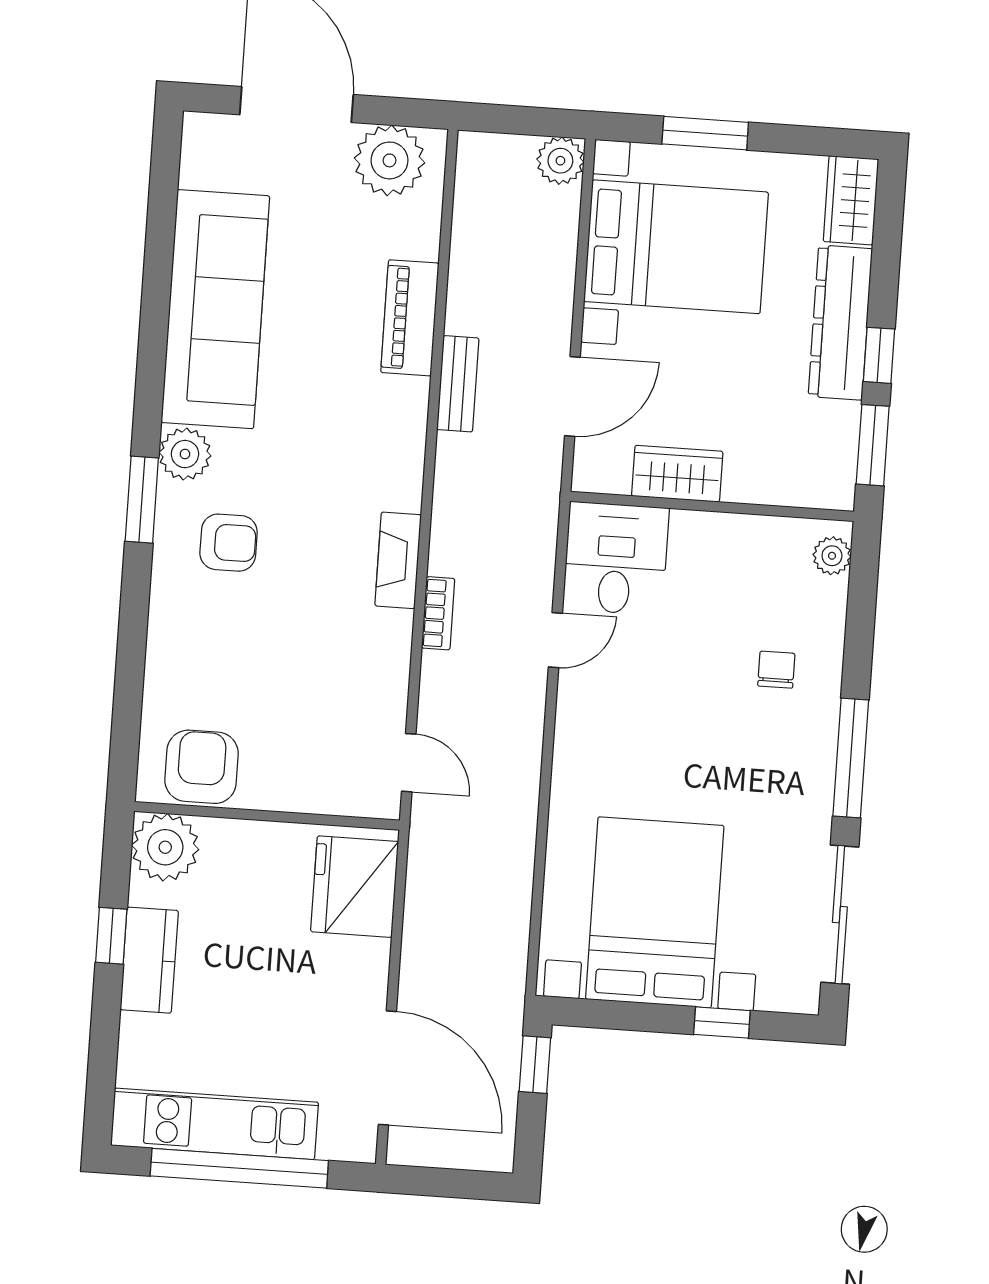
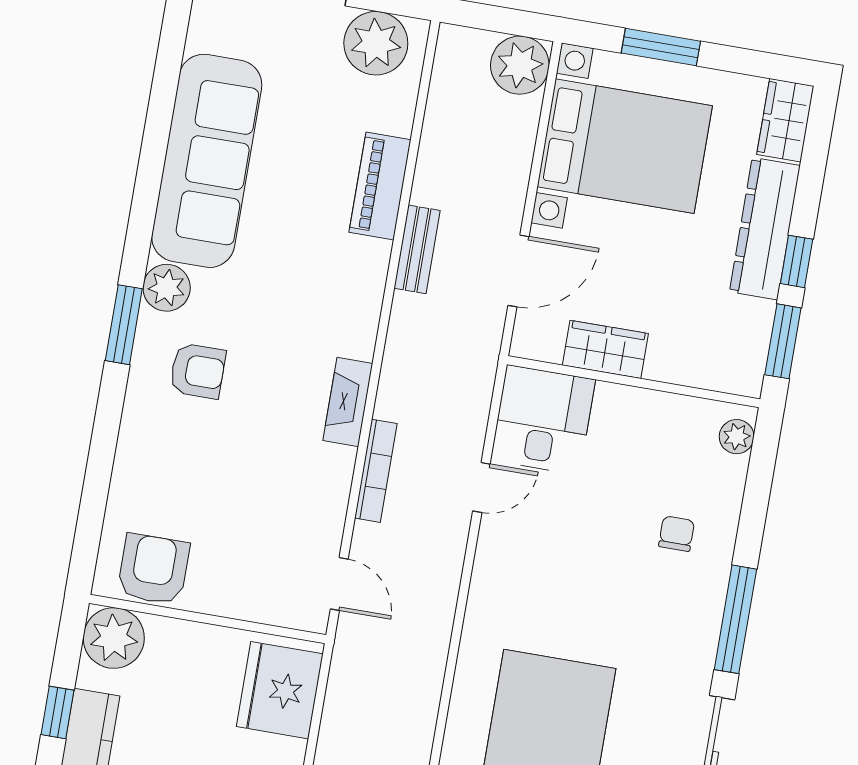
plant: (560, 161) -> (520, 65), width x1.36, depth x1.36
bookcase: (438, 613) -> (376, 471), width x1.56

